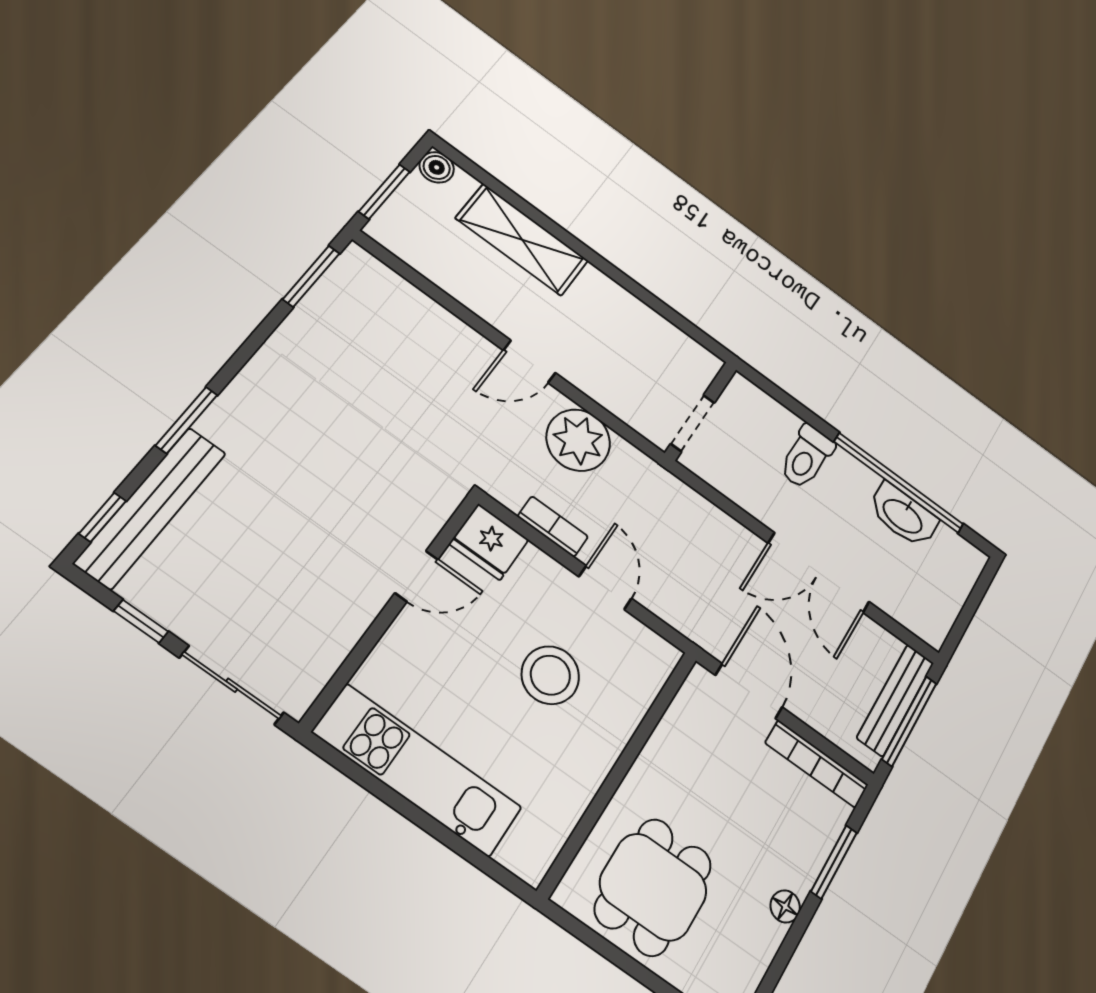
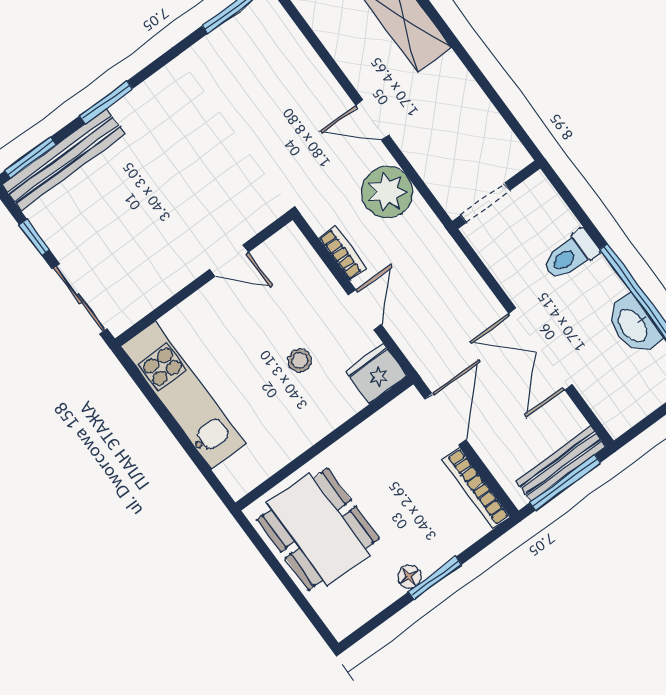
window: (103, 517) -> (30, 158), width x1.50
fridge: (489, 542) -> (377, 374), moved, turned 90
stool: (550, 675) -> (300, 360), width x0.53, depth x0.53
window: (834, 862) -> (435, 578), moved
dining table: (653, 887) -> (318, 529), width x1.38

